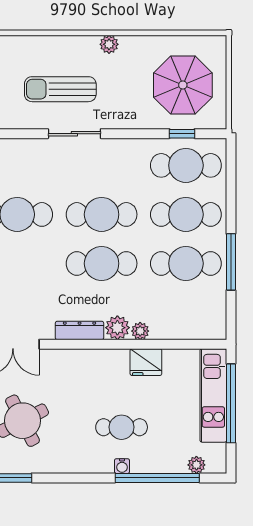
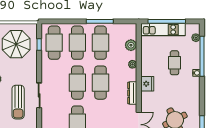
plant: (117, 328) -> (131, 45), moved
fridge: (146, 362) -> (147, 84), moved
cafe table: (122, 427) -> (174, 63), moved

